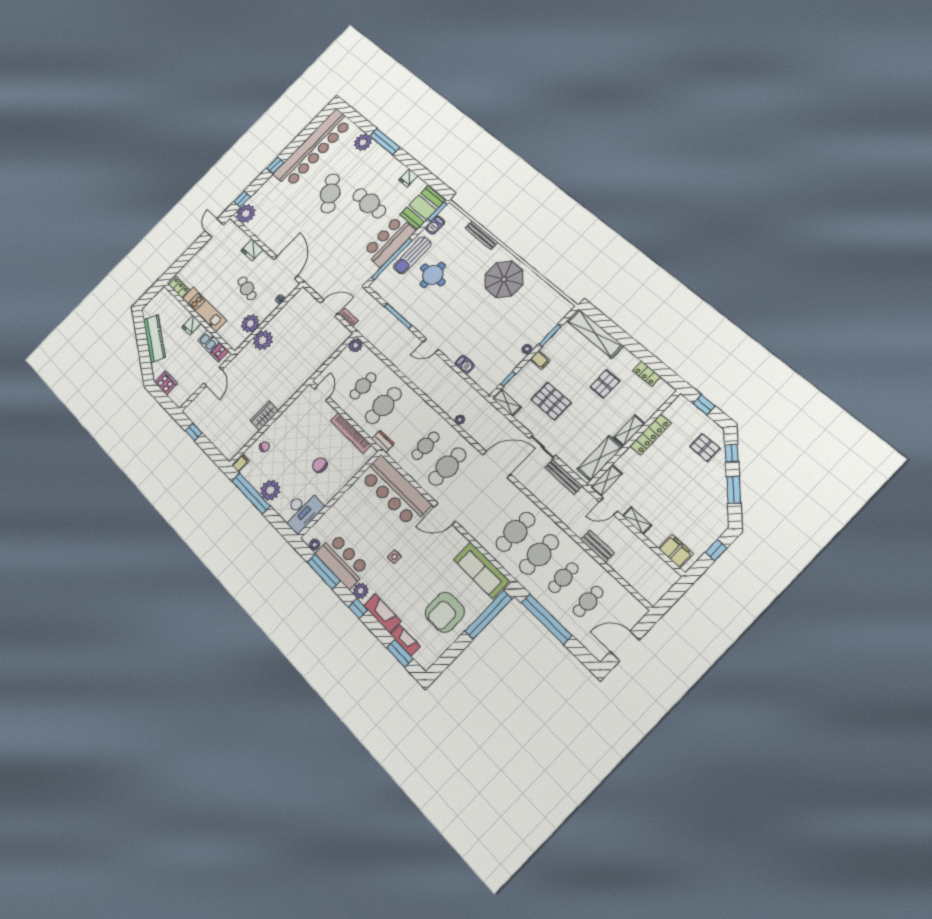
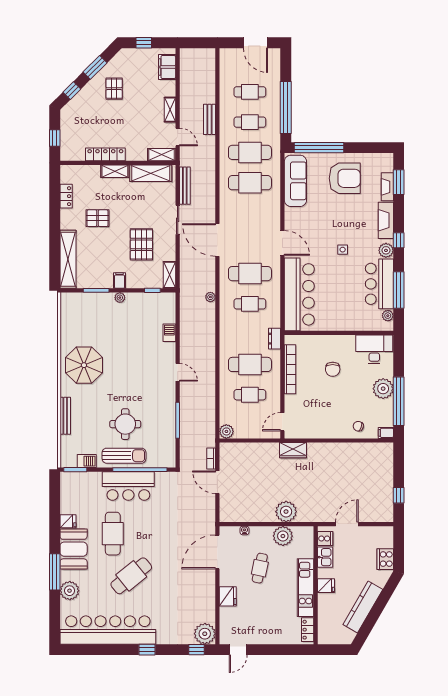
booth: (423, 207) -> (74, 549), moved, turned 90
wardrobe: (264, 416) -> (293, 450), moved
pallet: (705, 447) -> (114, 89), moved

